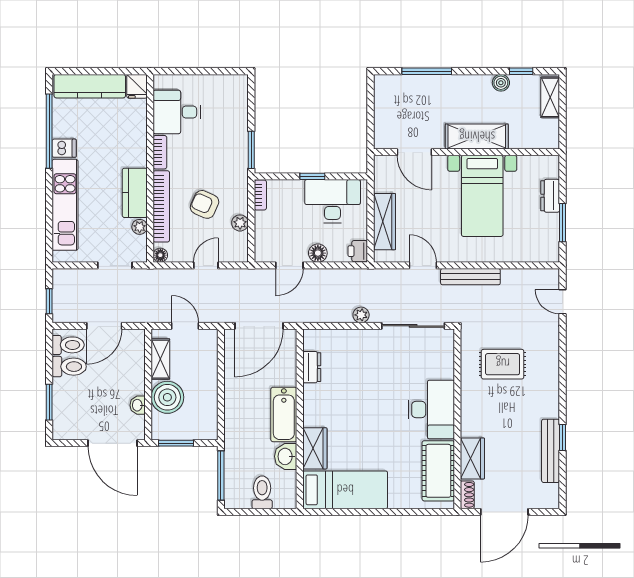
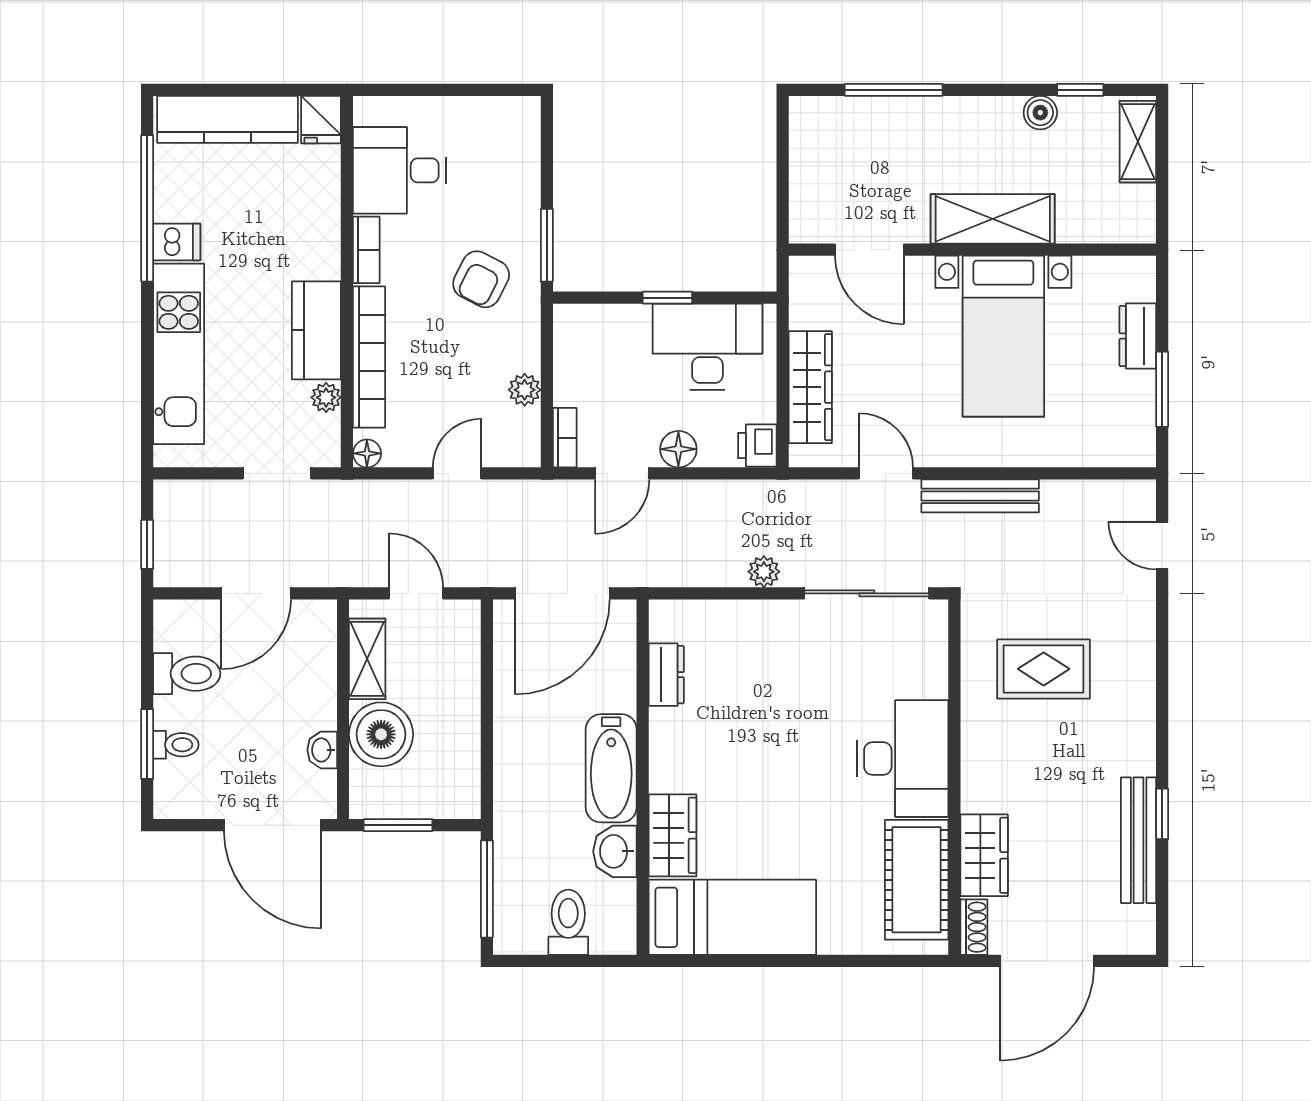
bookcase: (260, 195) -> (565, 438), moved
armchair: (205, 204) -> (481, 279), moved, turned -87
toilet: (68, 345) -> (176, 745), moved, width x0.73, depth x0.72

